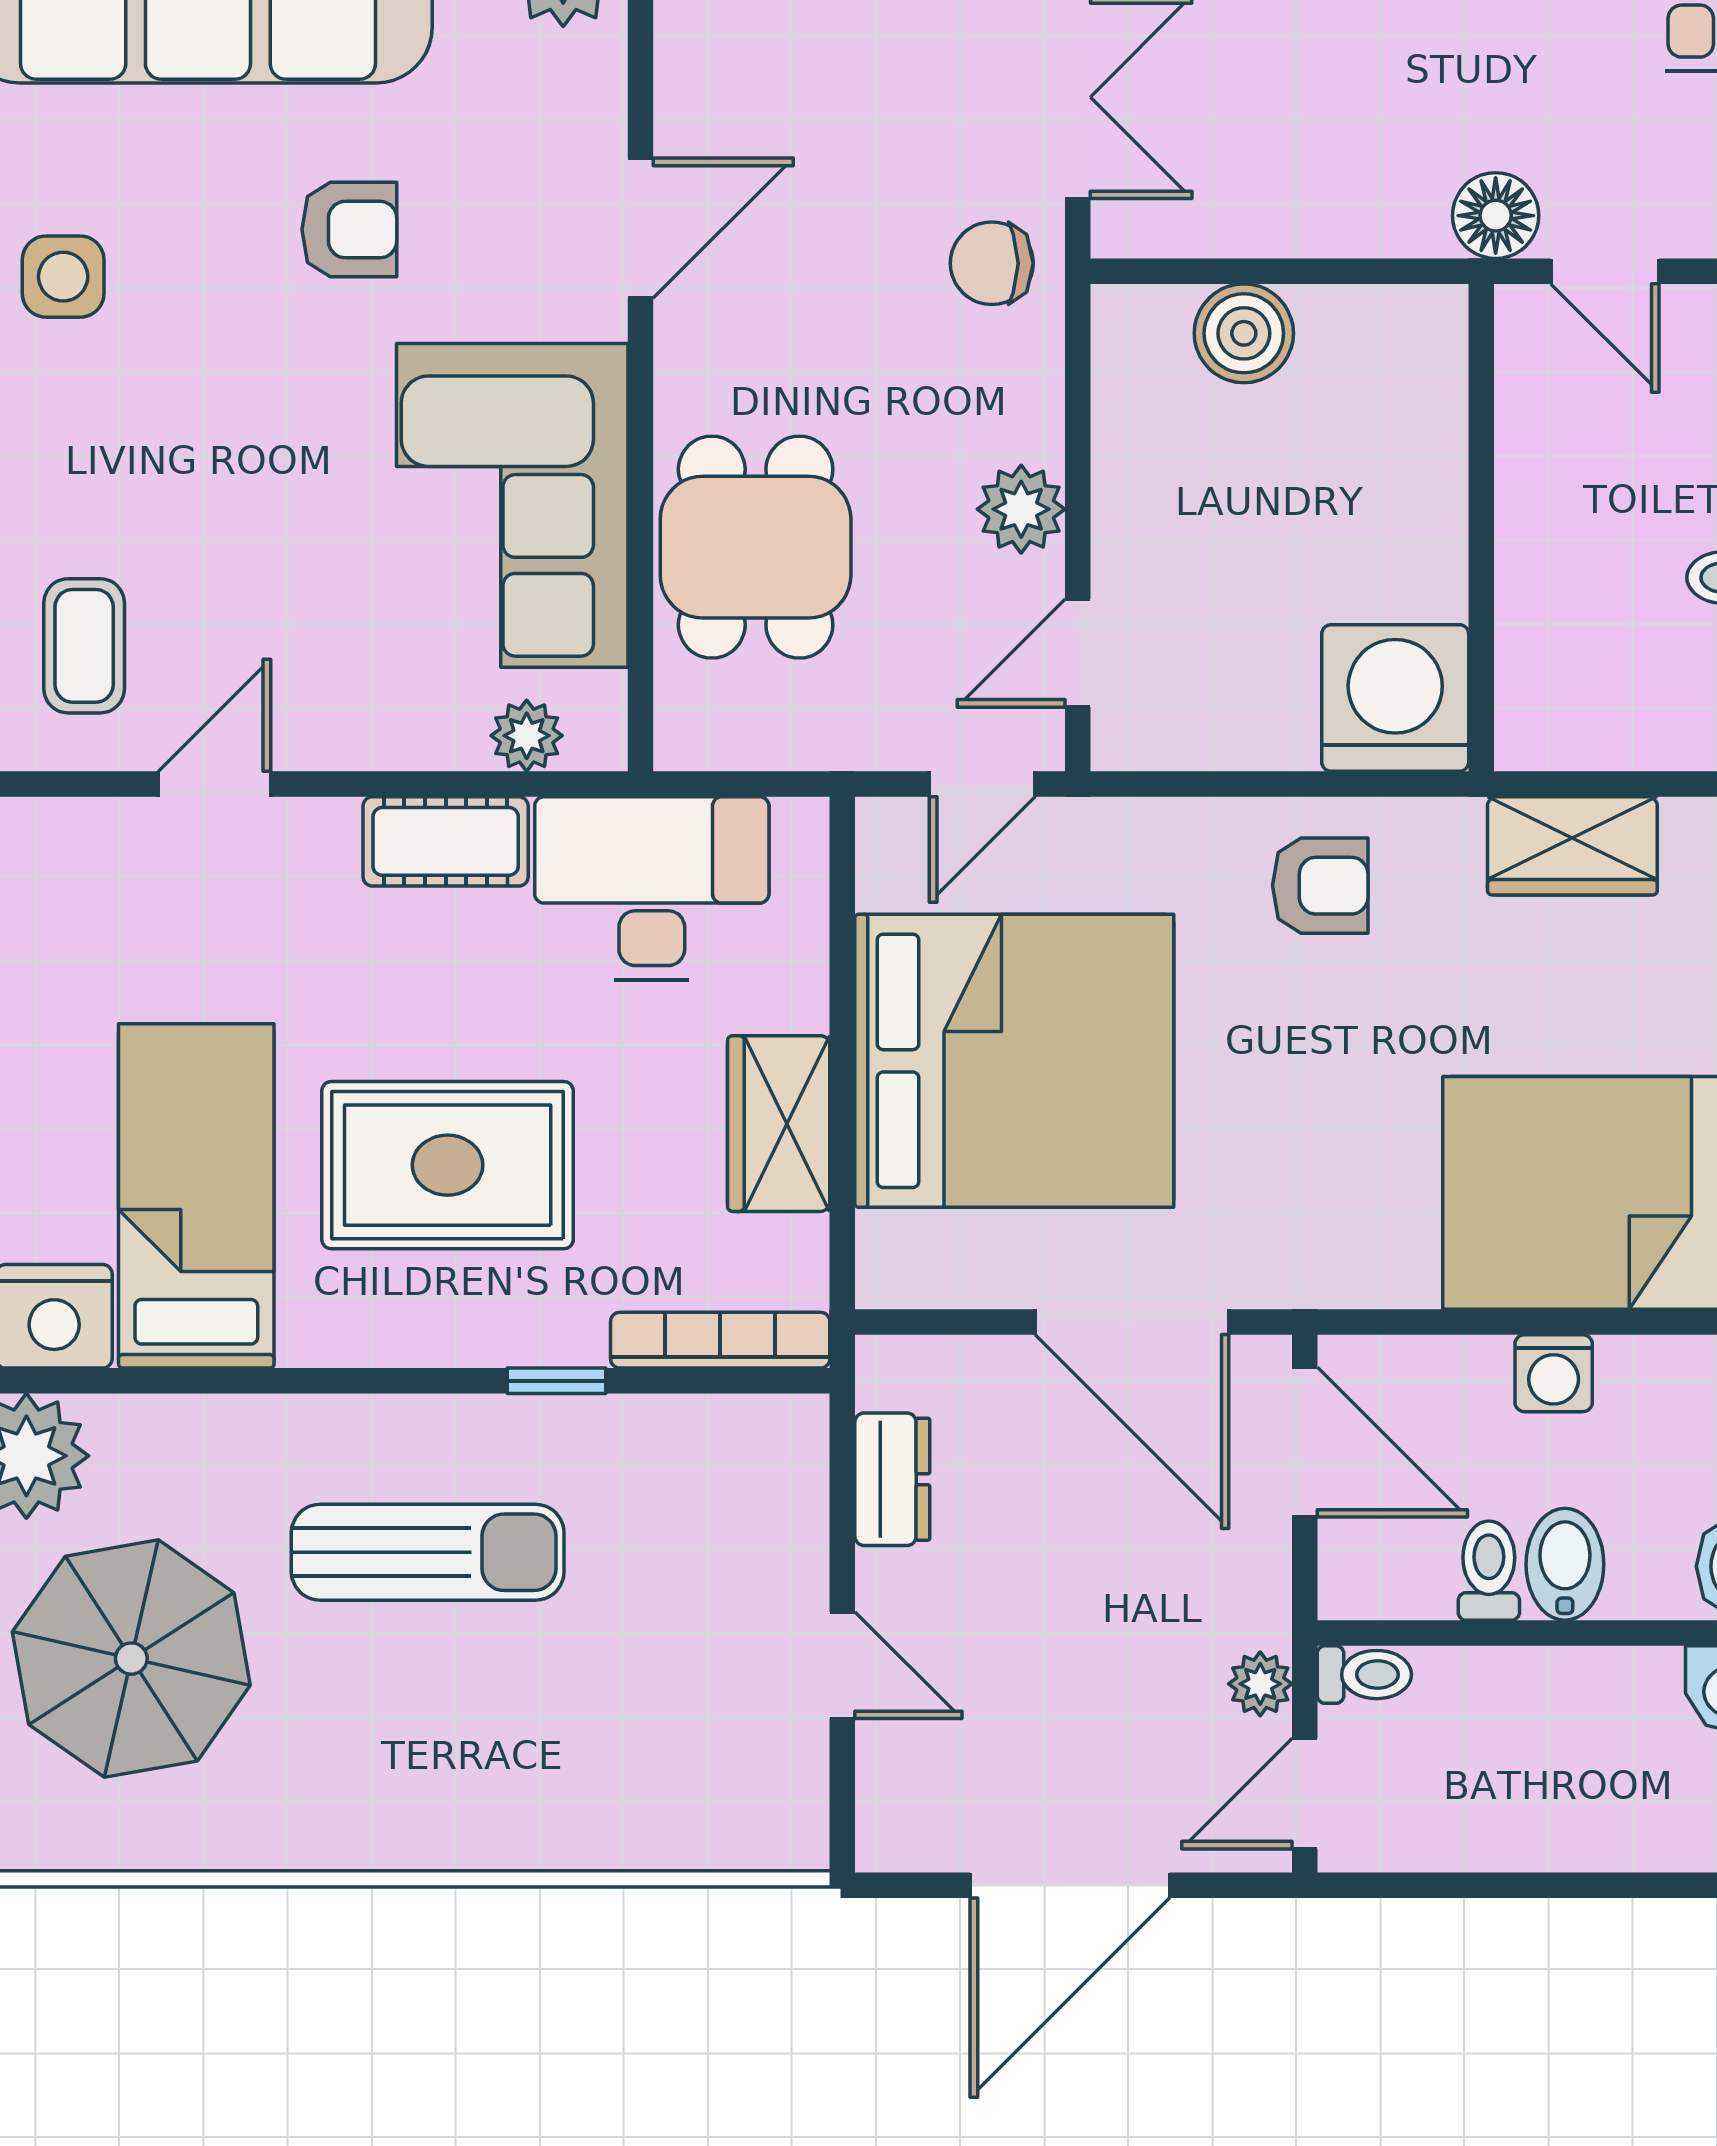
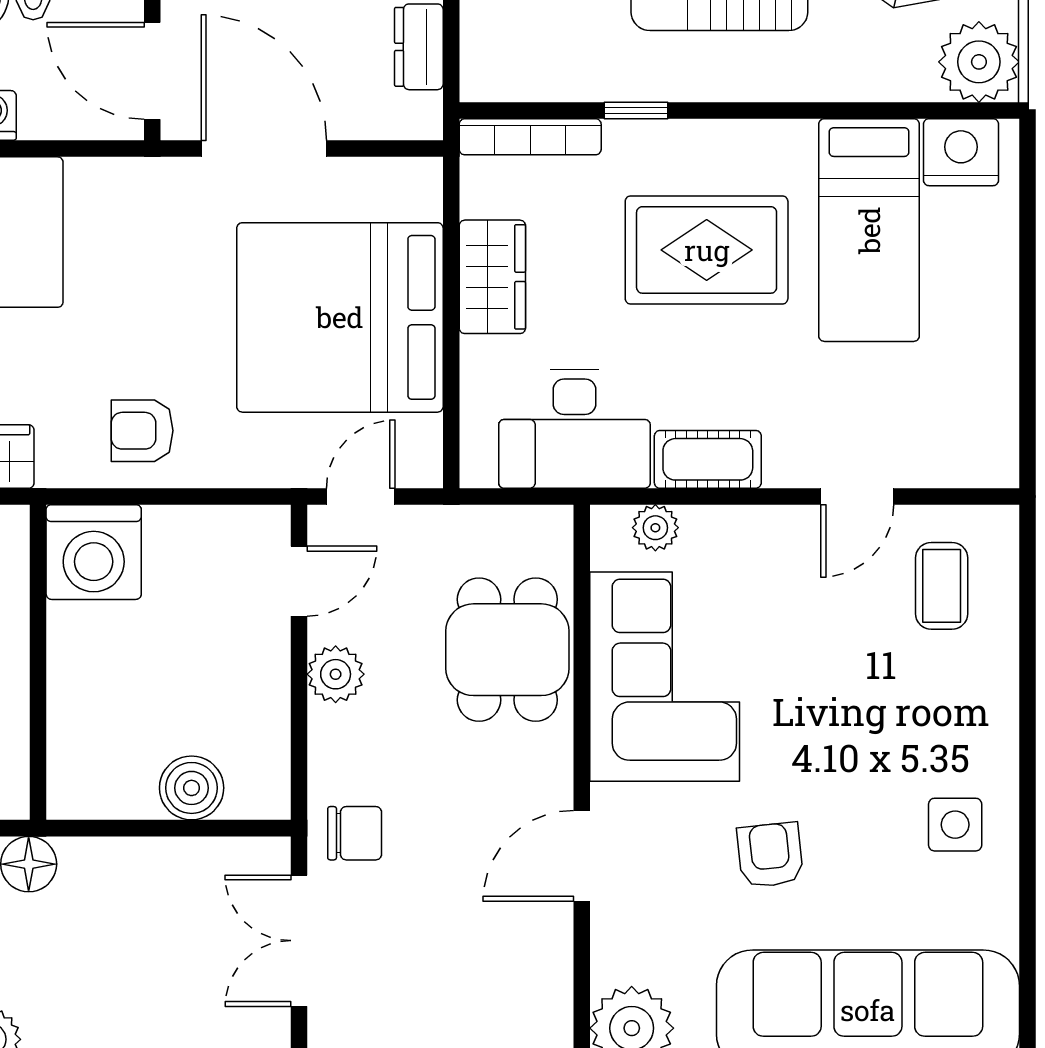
armchair: (349, 230) -> (770, 855), turned 84

